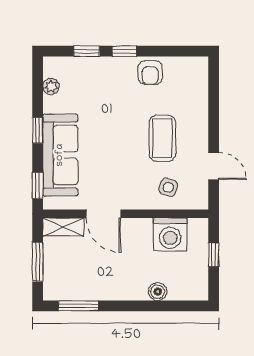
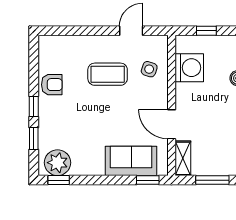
plant: (51, 86) -> (57, 163), width x1.87, depth x1.87
window: (38, 130) -> (59, 180), moved
sofa: (60, 155) -> (131, 161), width x0.73
door: (103, 214) -> (172, 124), swing flipped

